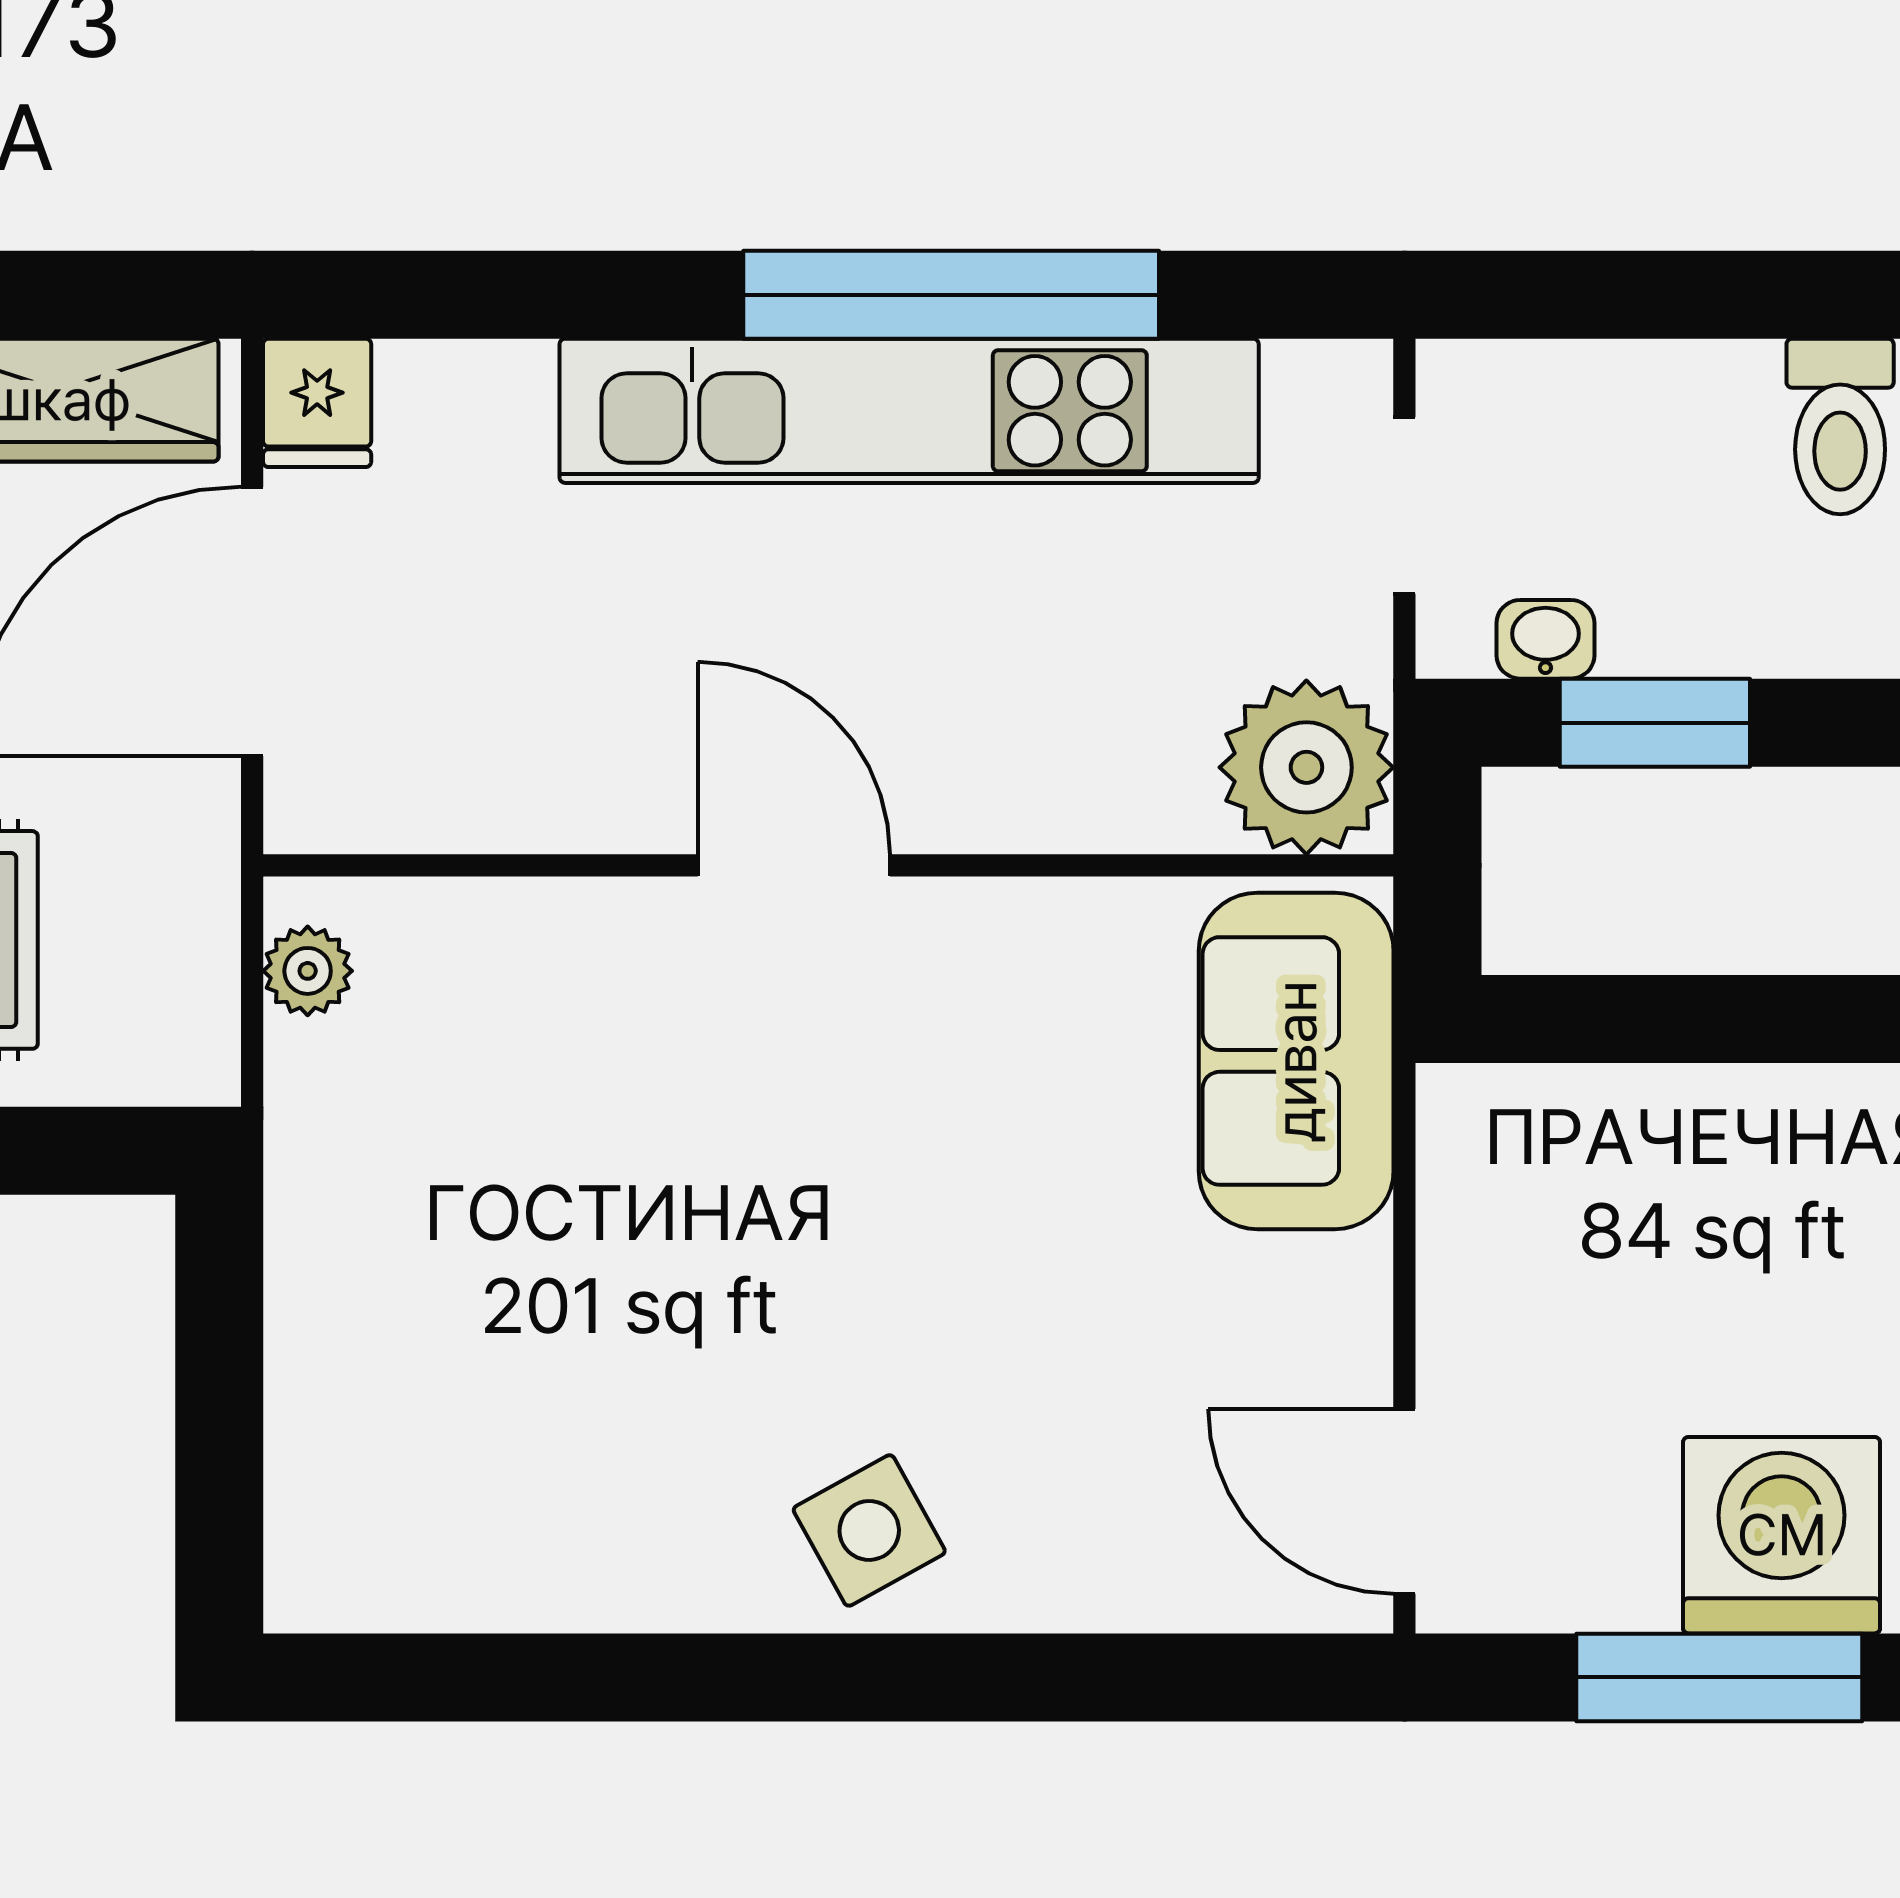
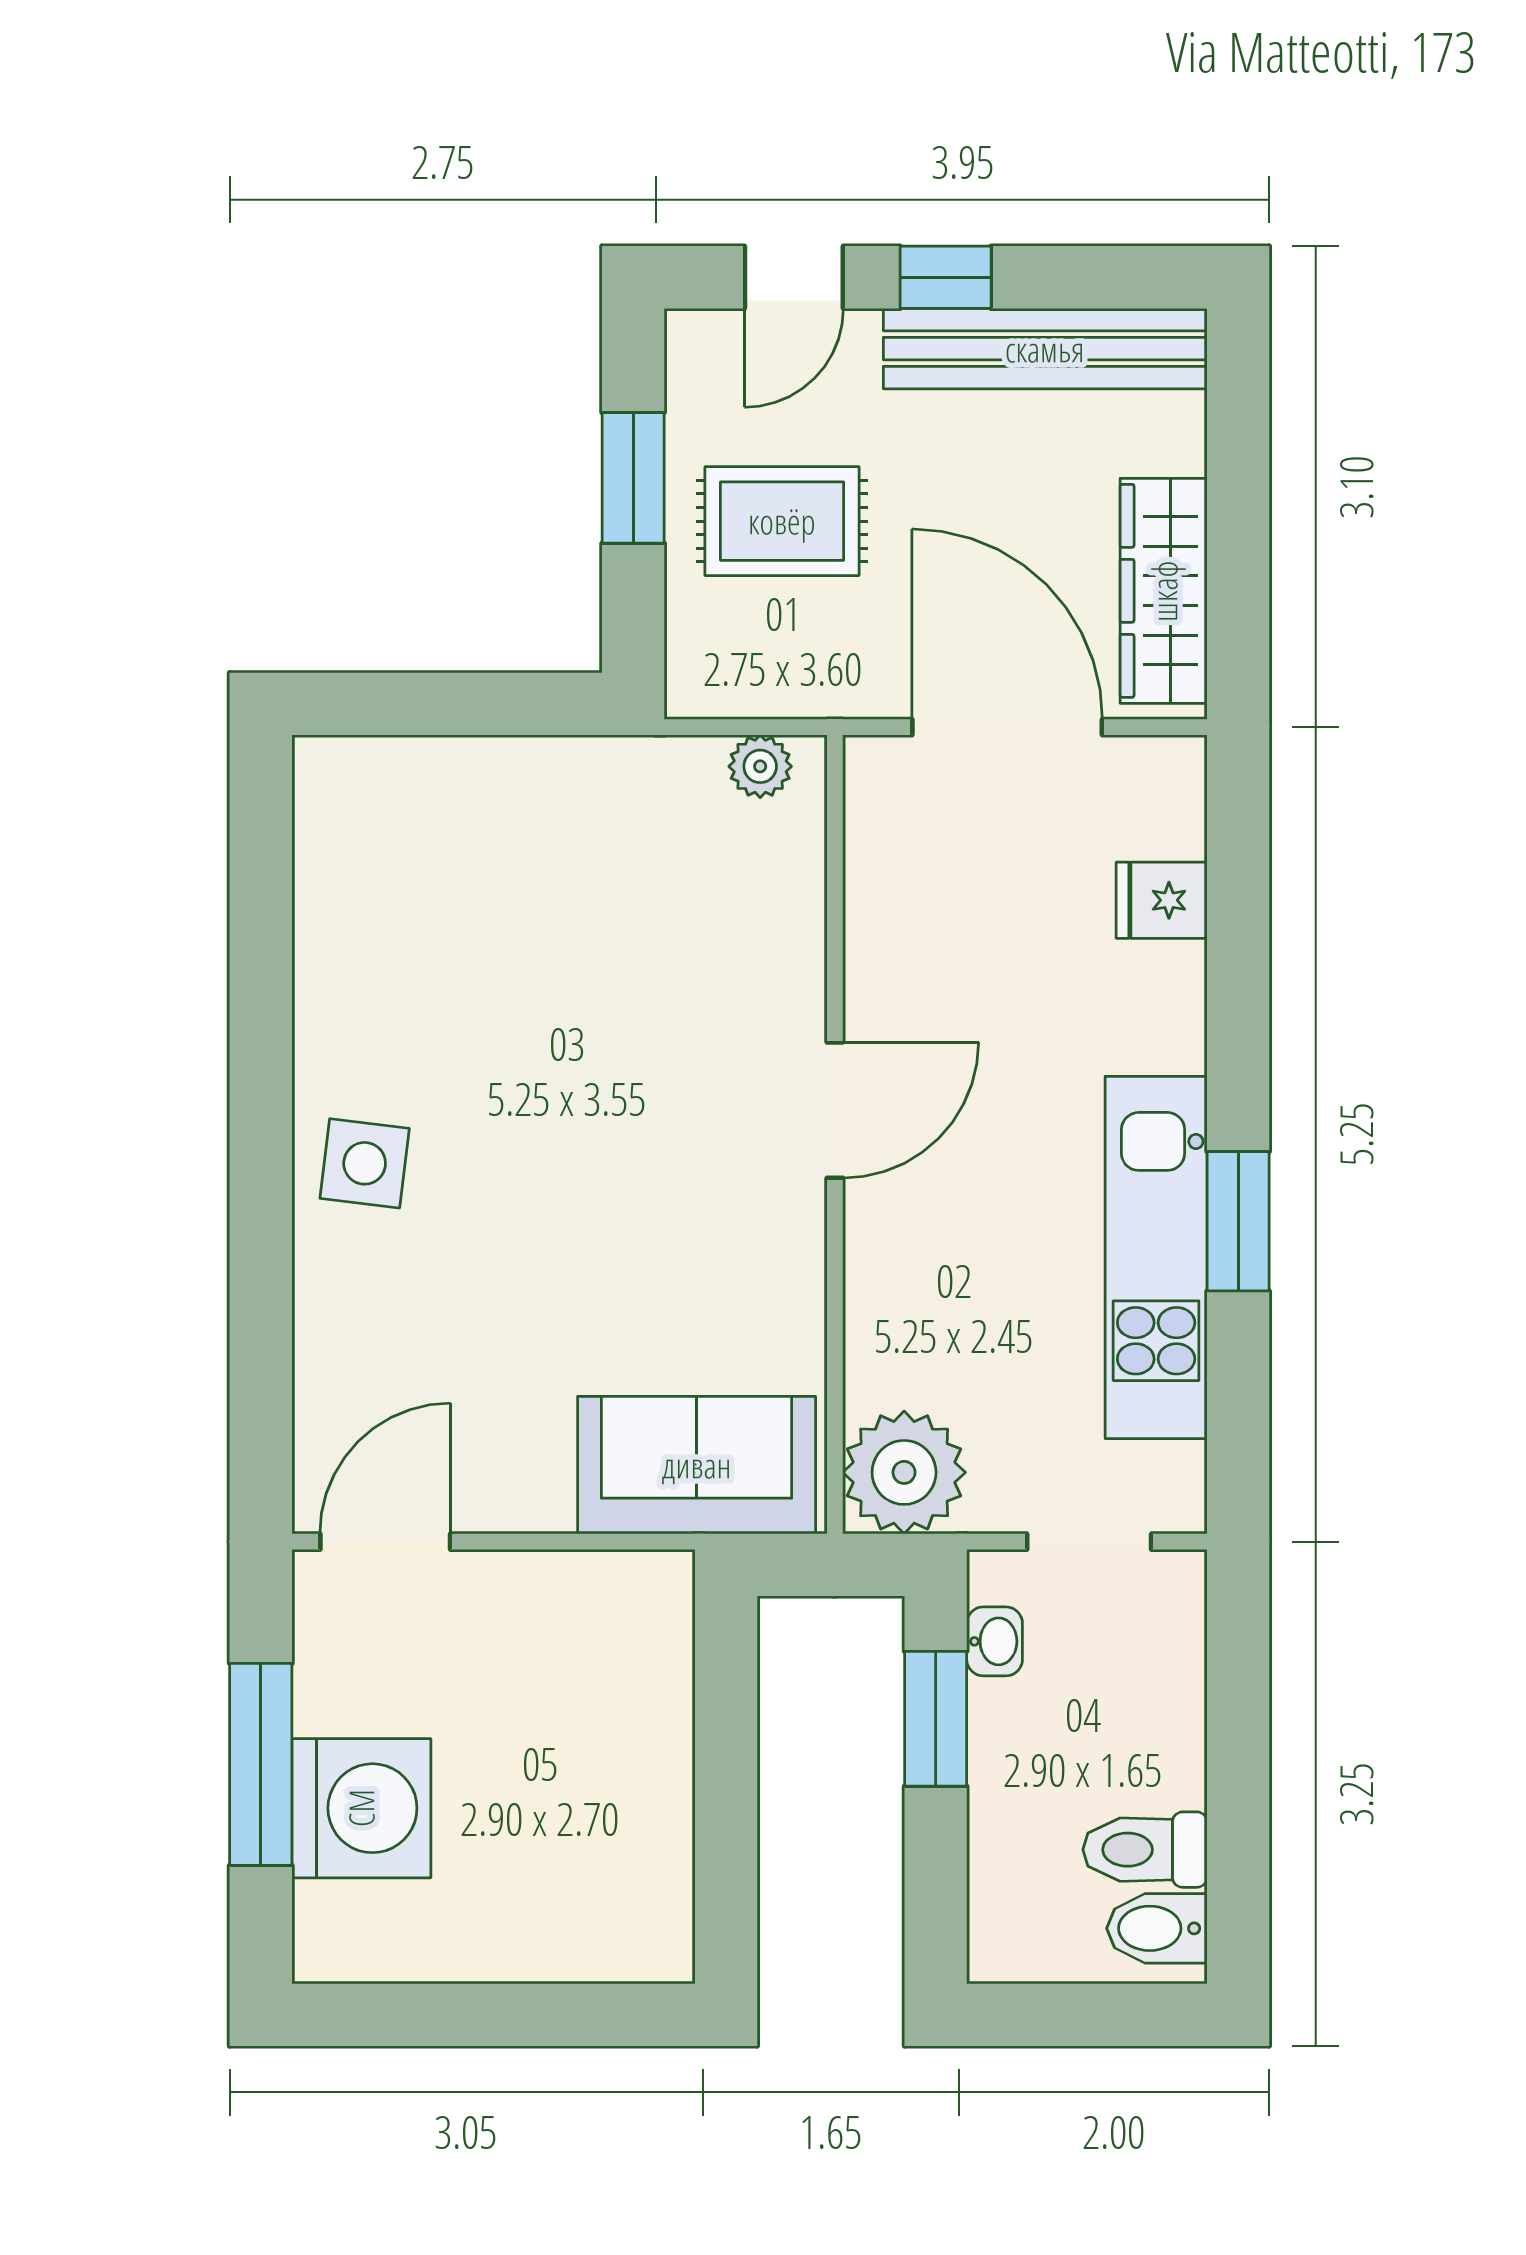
window: (951, 295) -> (1238, 1221), width x0.47
fridge: (317, 403) -> (1162, 900), moved
kitchen unit: (909, 411) -> (1156, 1257), width x0.73
side table: (869, 1530) -> (365, 1163), turned 36

